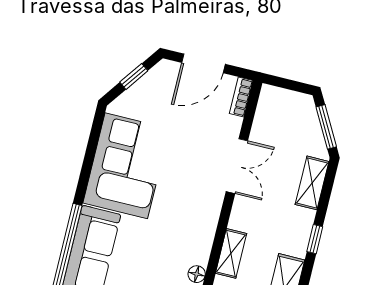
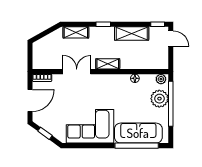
door: (204, 63) -> (30, 101), hinge flipped
window: (326, 127) -> (46, 32), removed
shelving: (231, 253) -> (108, 64), moved

